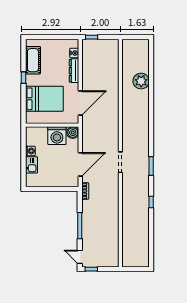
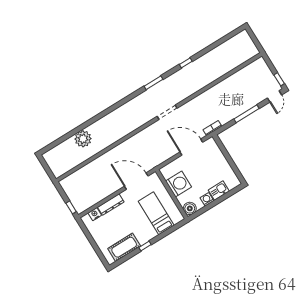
bed: (44, 99) -> (156, 213), width x0.67
boiler: (73, 133) -> (190, 208), moved

